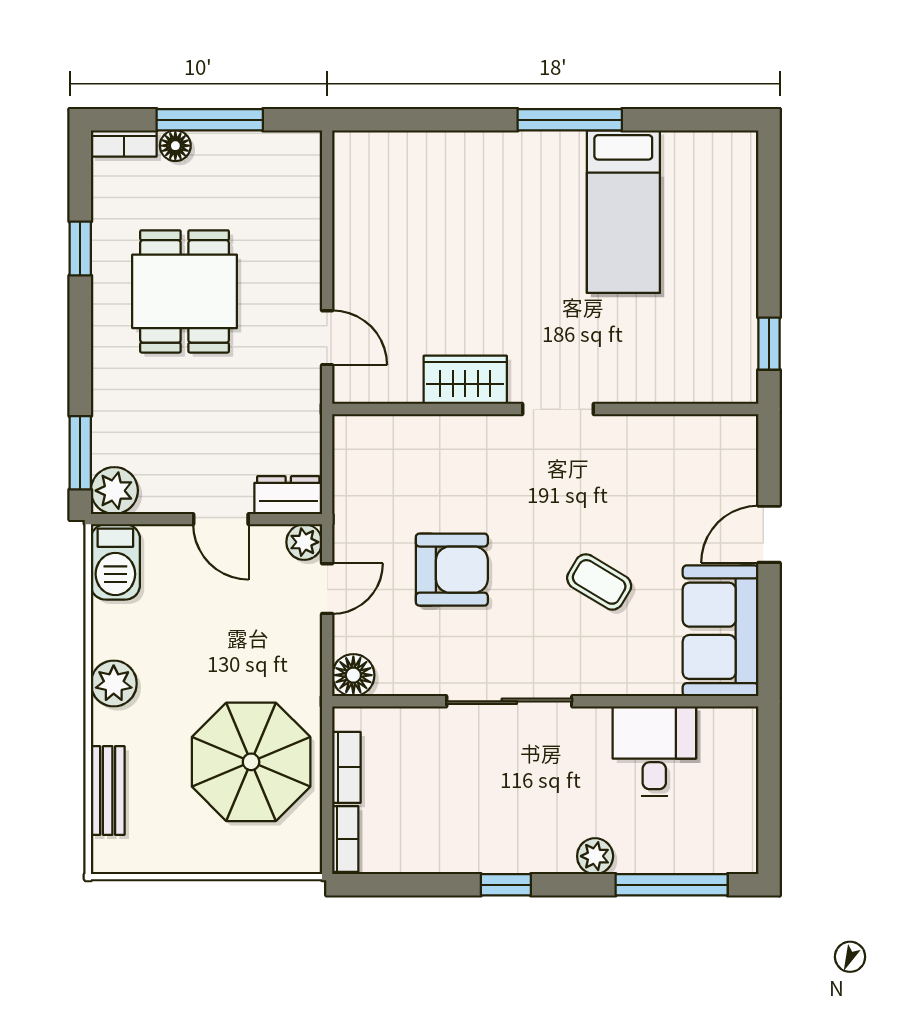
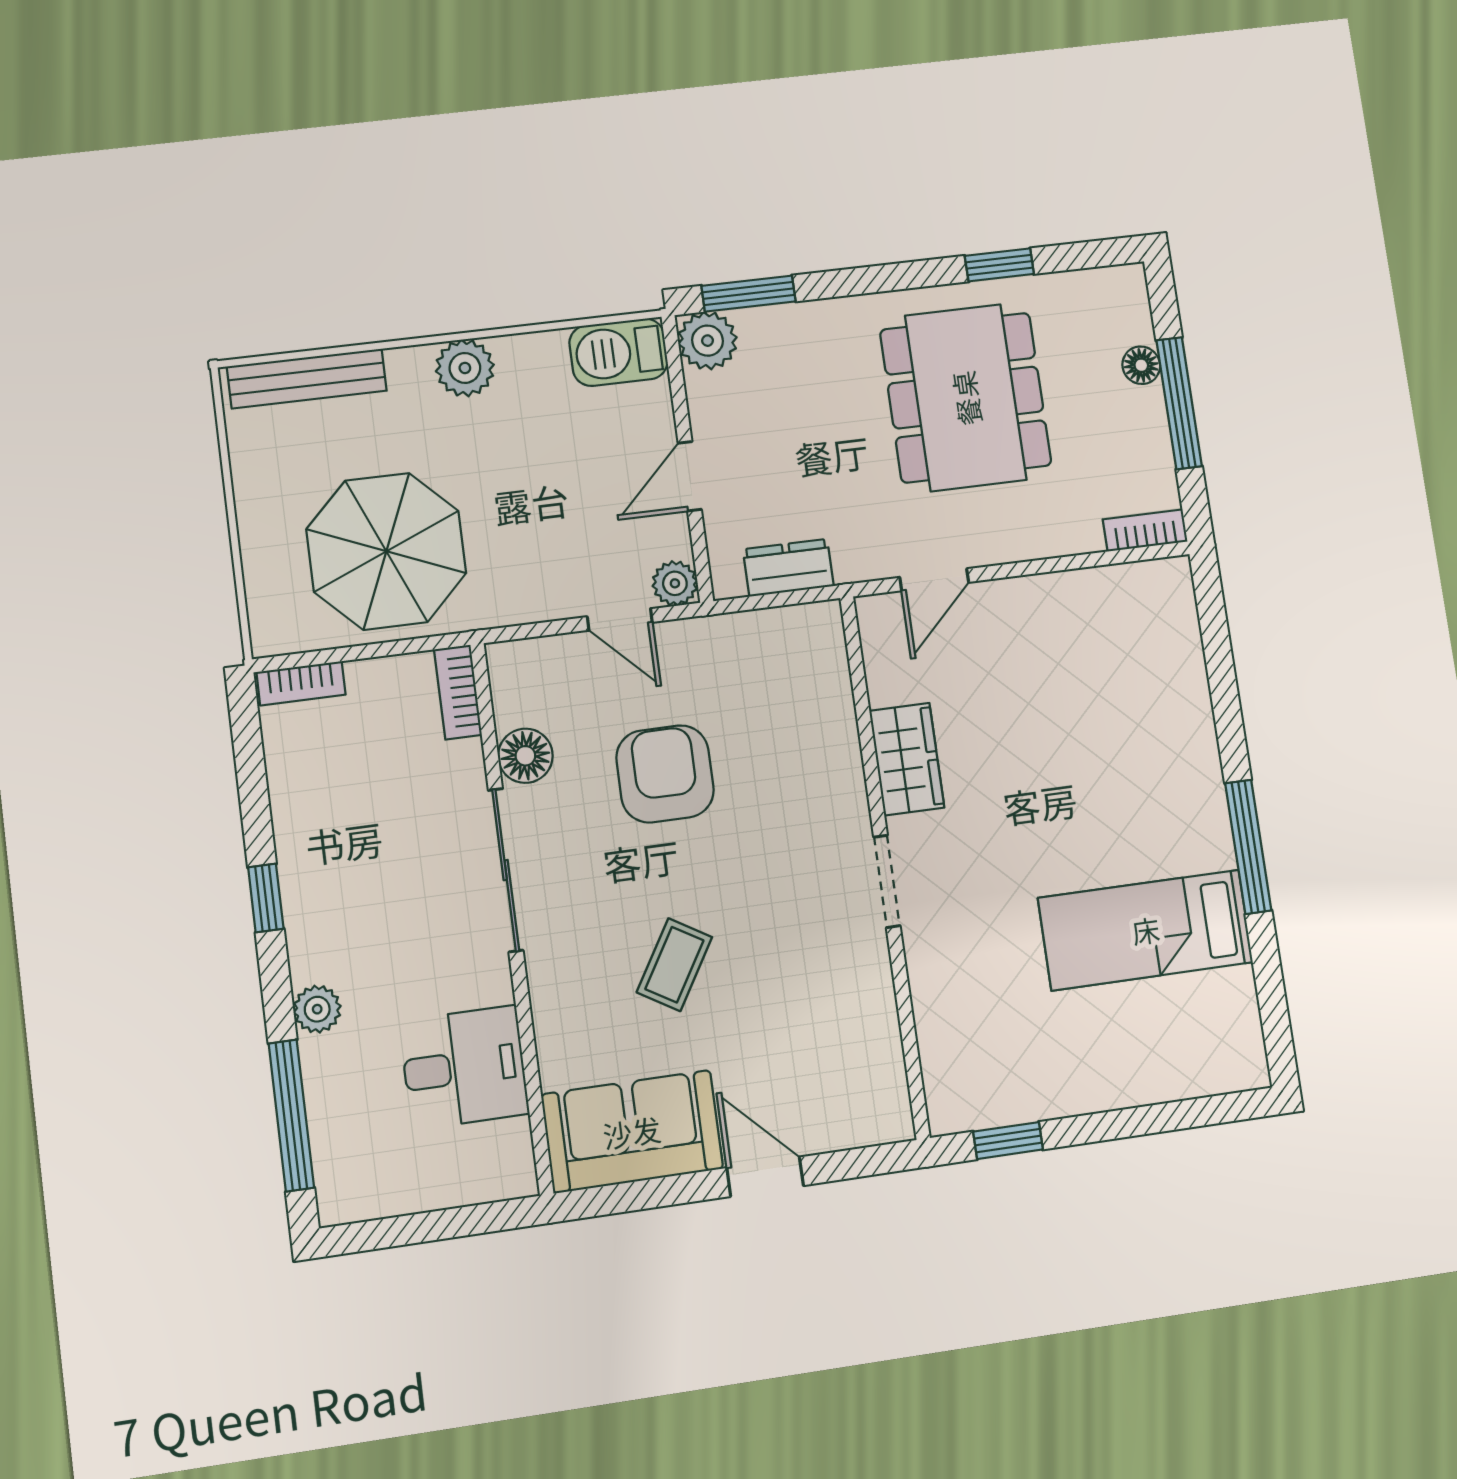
bookcase: (124, 143) -> (1145, 530), moved, turned 90
dining table: (185, 291) -> (966, 398), width x1.38
dresser: (288, 495) -> (788, 568), moved, turned -90
armchair: (452, 570) -> (665, 774), turned 180
floor lamp: (353, 675) -> (525, 756), moved
bookcase: (346, 767) -> (458, 692), moved, turned 90
bench: (108, 790) -> (307, 379), width x1.36

